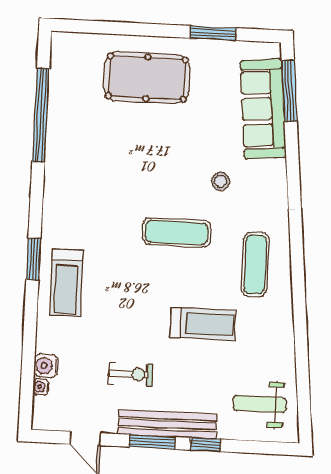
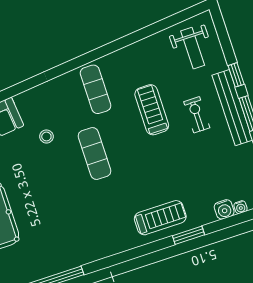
window: (33, 259) -> (188, 235), moved
exercise mat: (255, 264) -> (96, 89), turned 90
exercise bike: (131, 374) -> (197, 115), moved

